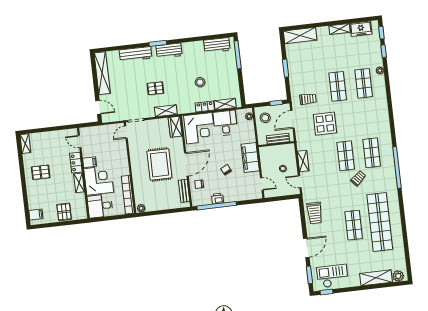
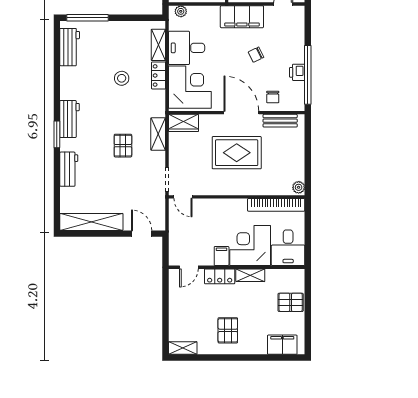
workbench: (136, 54) -> (69, 169), width x0.73
door: (98, 107) -> (142, 234), hinge flipped
filing cabinet: (36, 214) -> (282, 345), width x2.00

